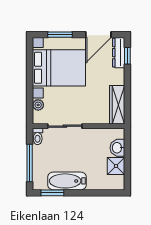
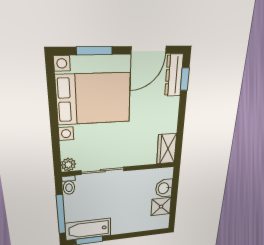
plant: (38, 105) -> (68, 165), moved
wardrobe: (117, 105) -> (167, 149), width x0.67
bathtub: (67, 181) -> (88, 229), moved

